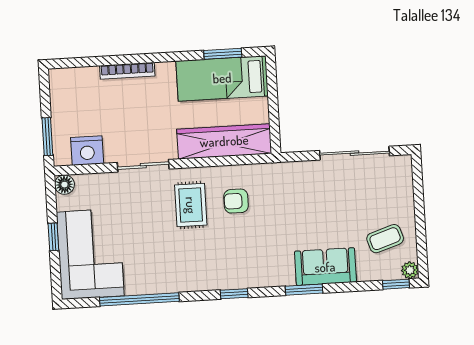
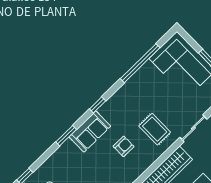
armchair: (236, 201) -> (124, 146), moved
sofa: (325, 267) -> (90, 131), moved

